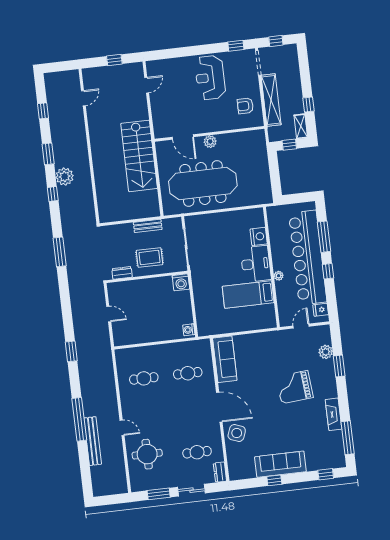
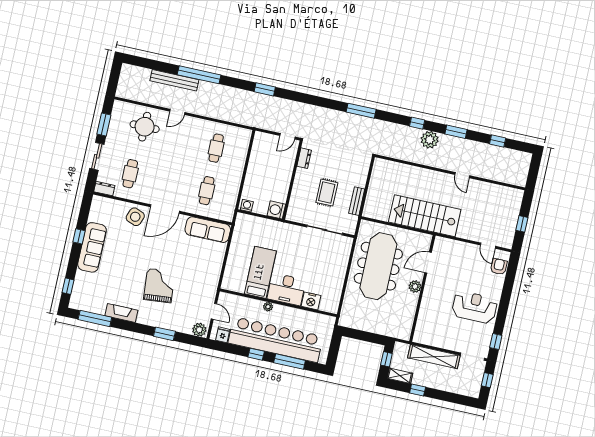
door: (83, 98) -> (462, 175), moved
armchair: (245, 106) -> (499, 267), moved
dresser: (122, 273) -> (304, 158), moved
wall: (147, 277) -> (292, 180), moved
washing machine: (181, 282) -> (276, 210), moved
plant: (326, 352) -> (199, 330), moved

